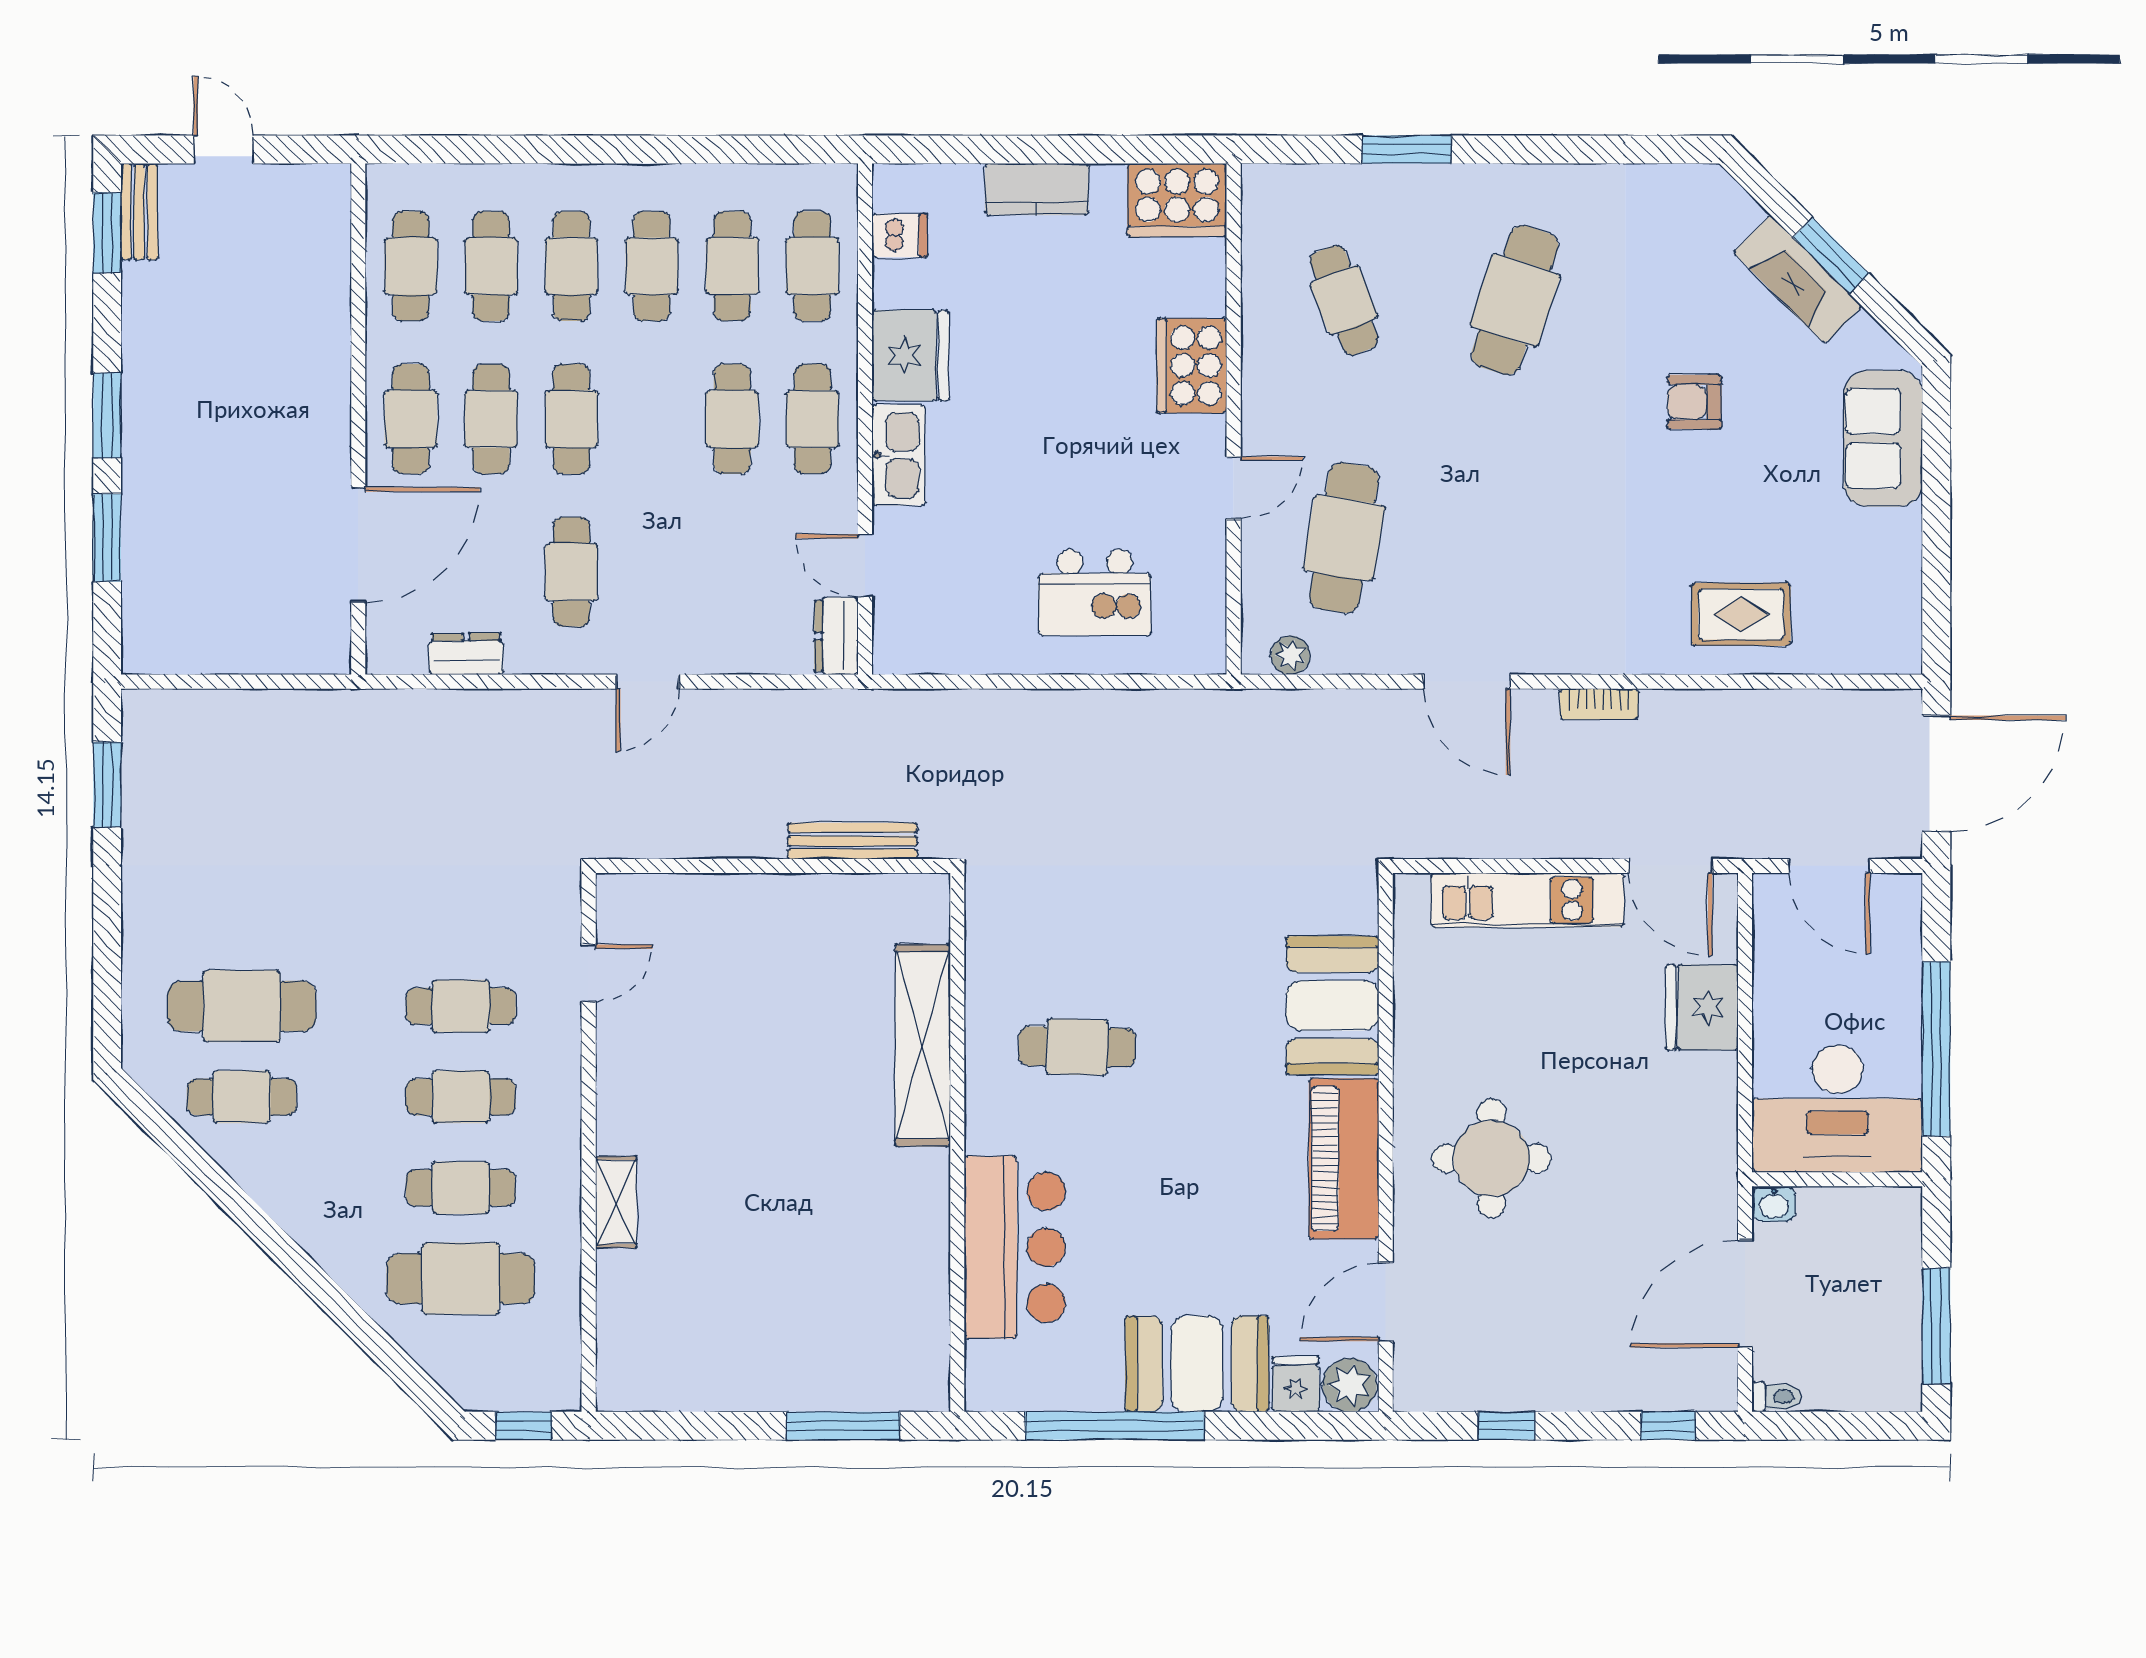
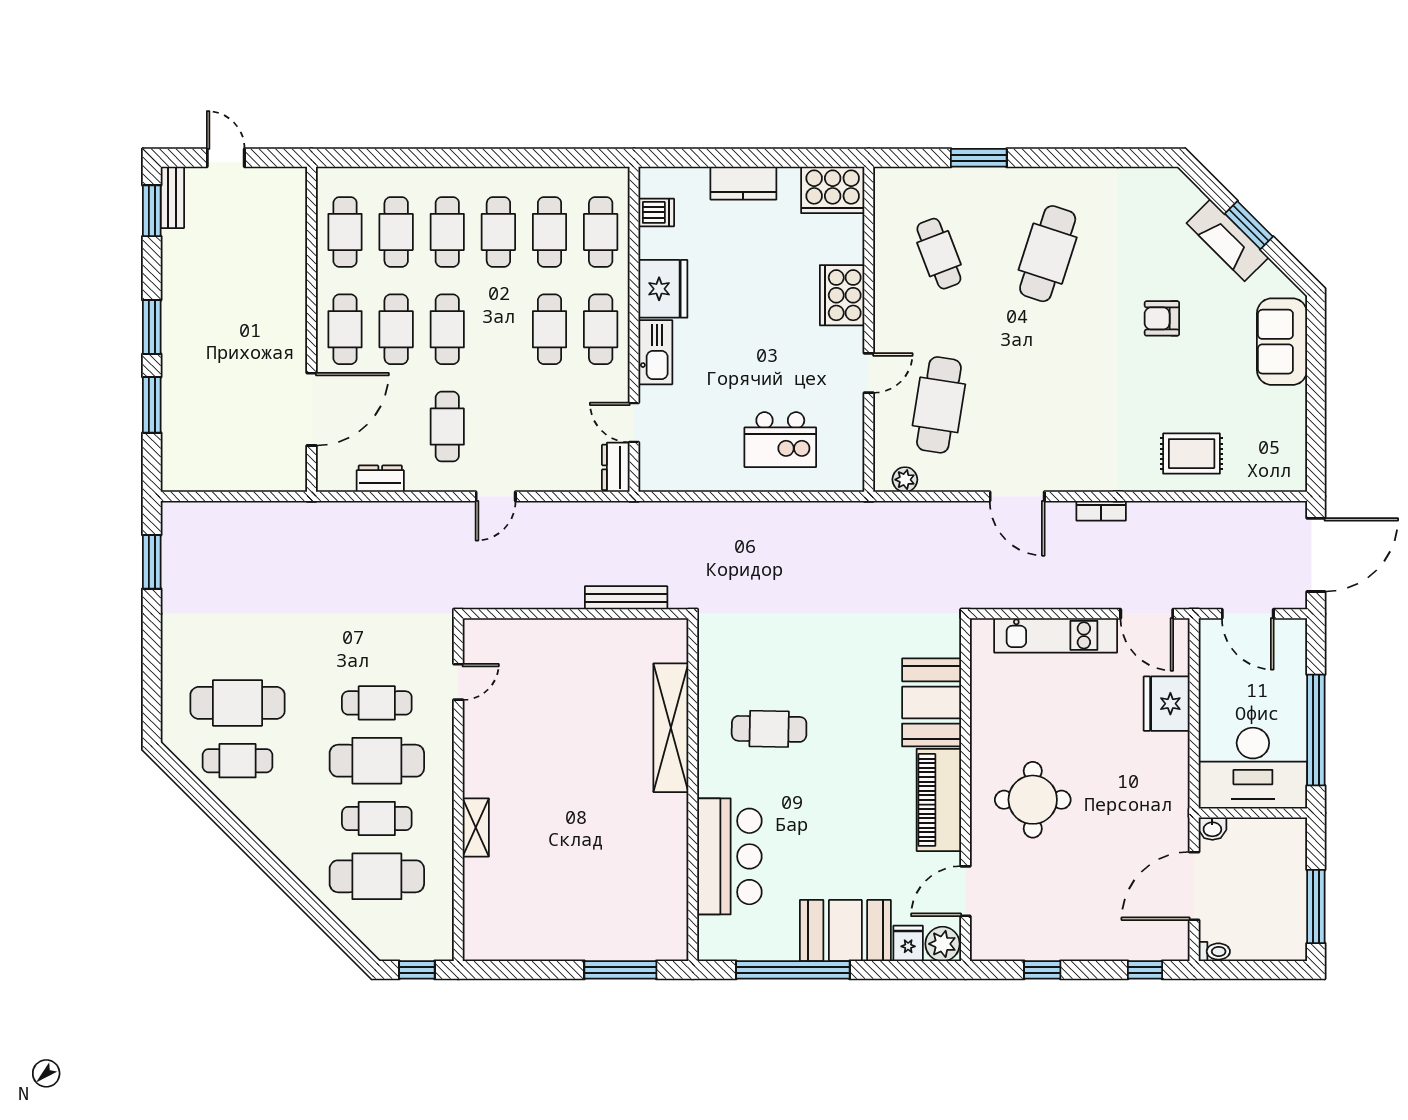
cafe table: (461, 1097) -> (377, 761), width x1.37, depth x1.35

